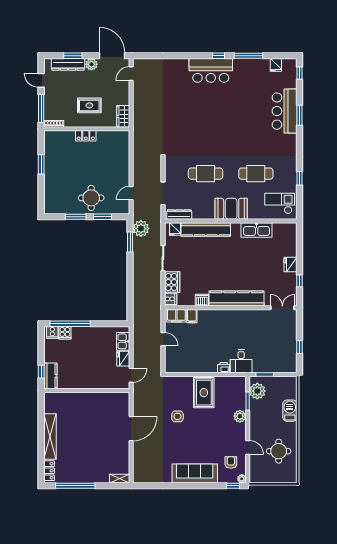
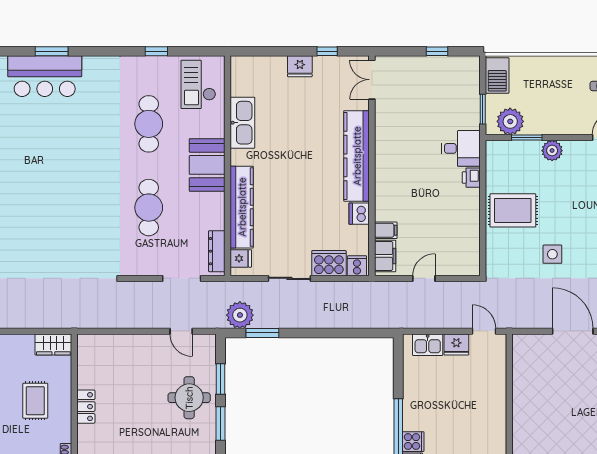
barbecue: (290, 411) -> (497, 75), moved, turned -90

